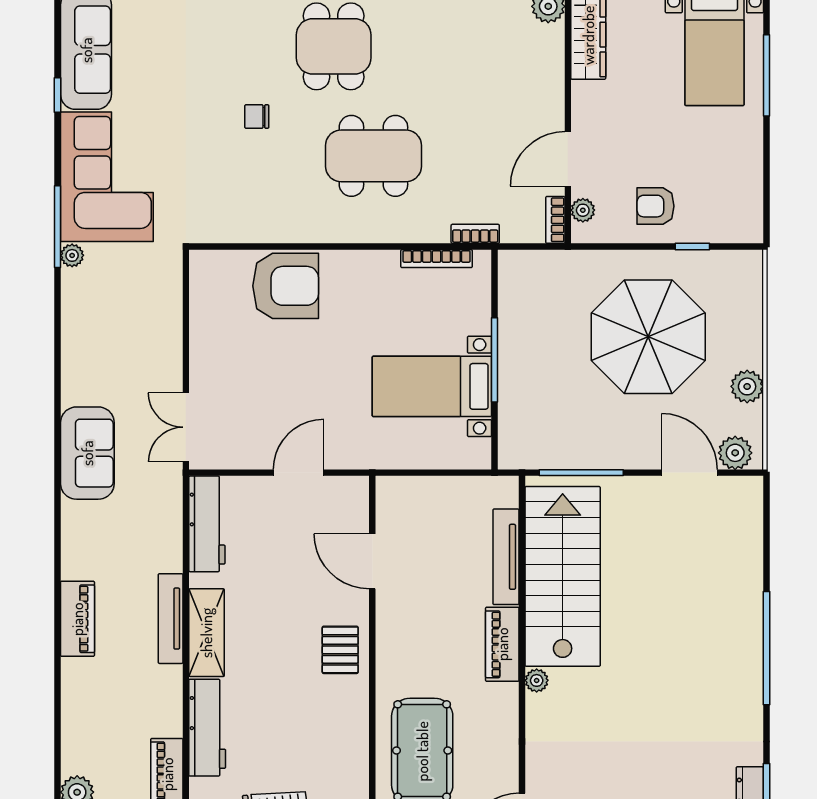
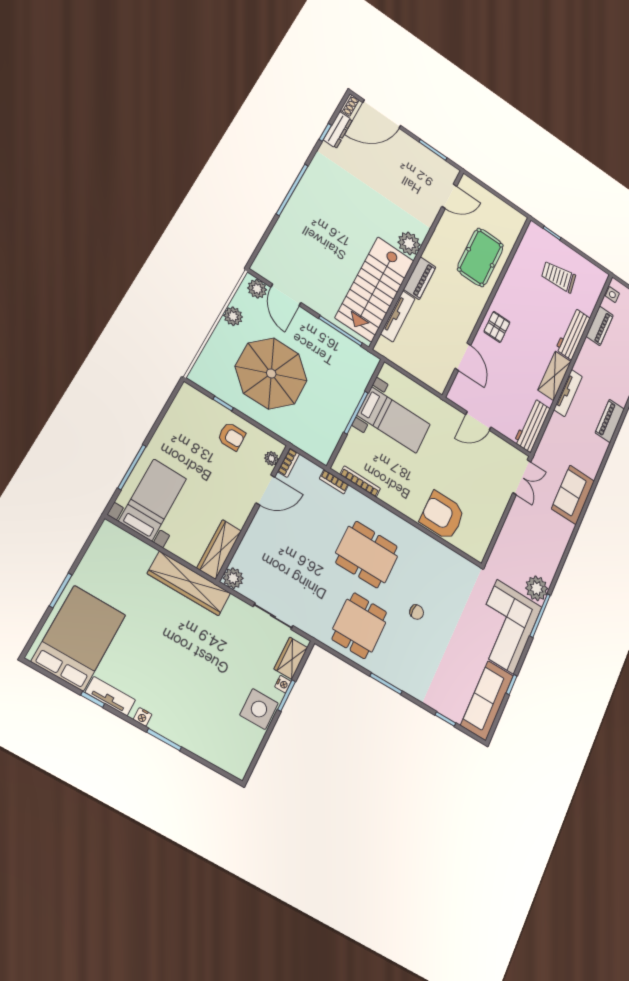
plant: (72, 255) -> (537, 588), width x1.88, depth x1.88
plant: (537, 680) -> (409, 244), width x1.87, depth x1.87

